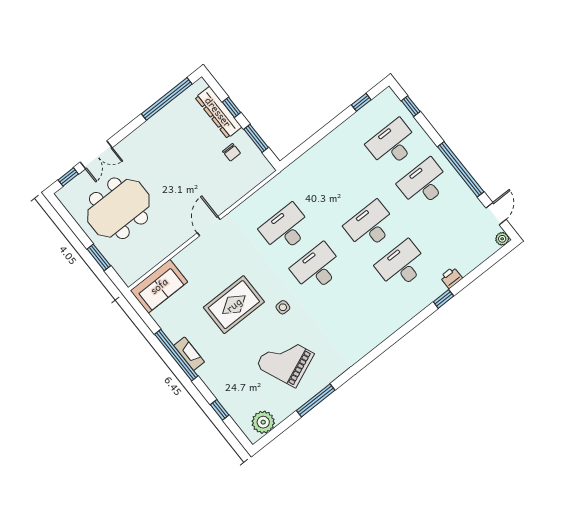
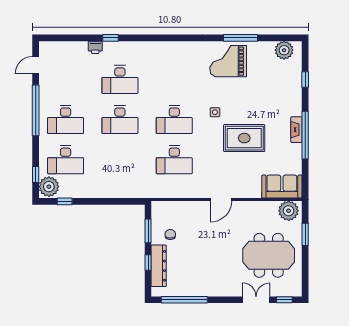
plant: (502, 239) -> (49, 187), moved, width x1.87, depth x1.87
plant: (134, 268) -> (289, 211), added
grand piano: (285, 360) -> (228, 61), moved, turned 113

